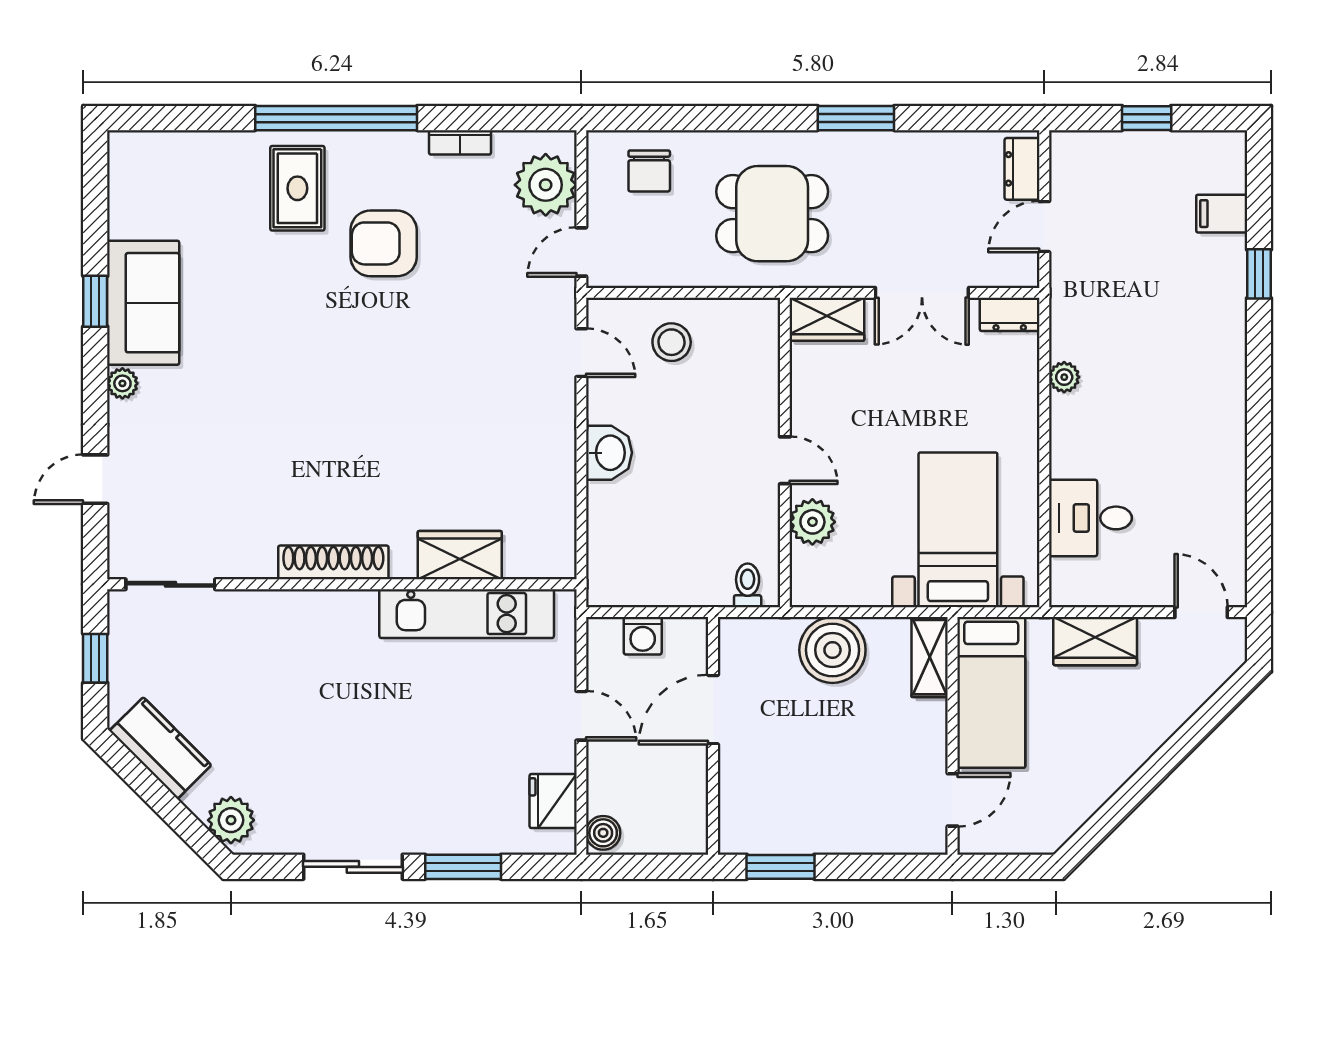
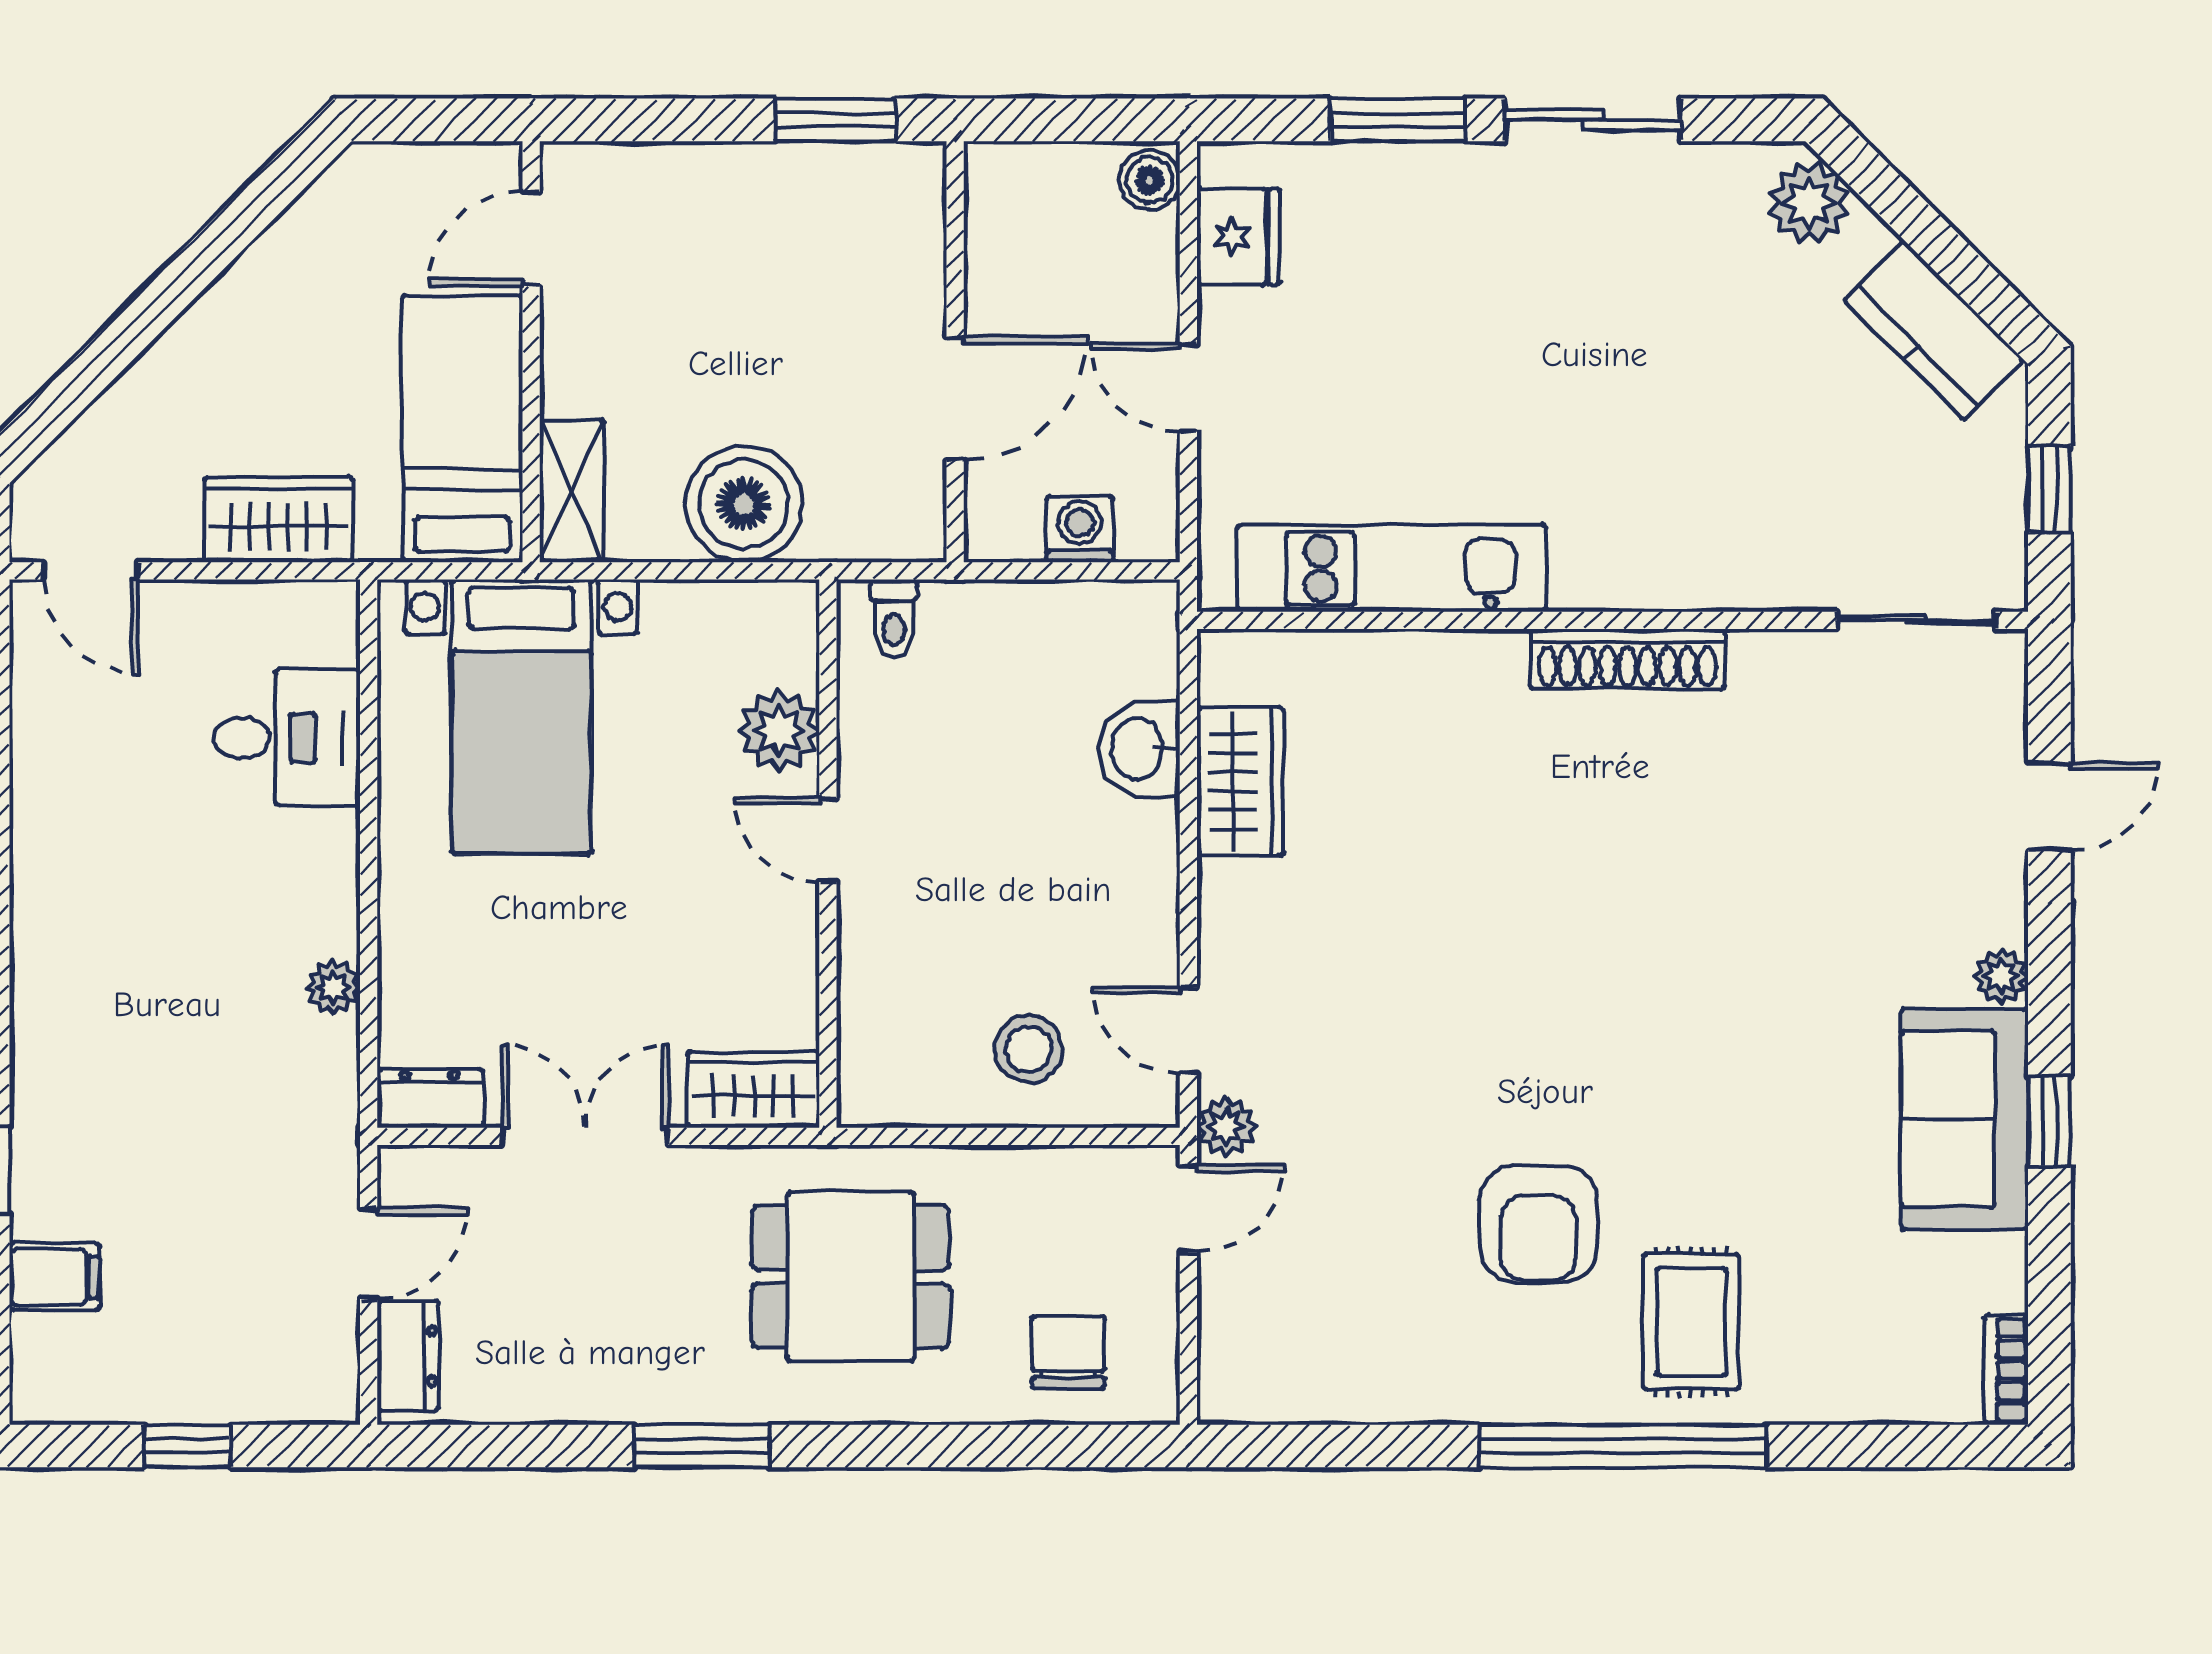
bookcase: (460, 142) -> (2006, 1370), moved, turned -90
plant: (546, 185) -> (1226, 1126), moved, width x0.53, depth x0.53
armchair: (384, 243) -> (1539, 1224), turned 90
washbasin: (609, 453) -> (1139, 749), moved
wardrobe: (460, 555) -> (1240, 781), moved, turned -90

